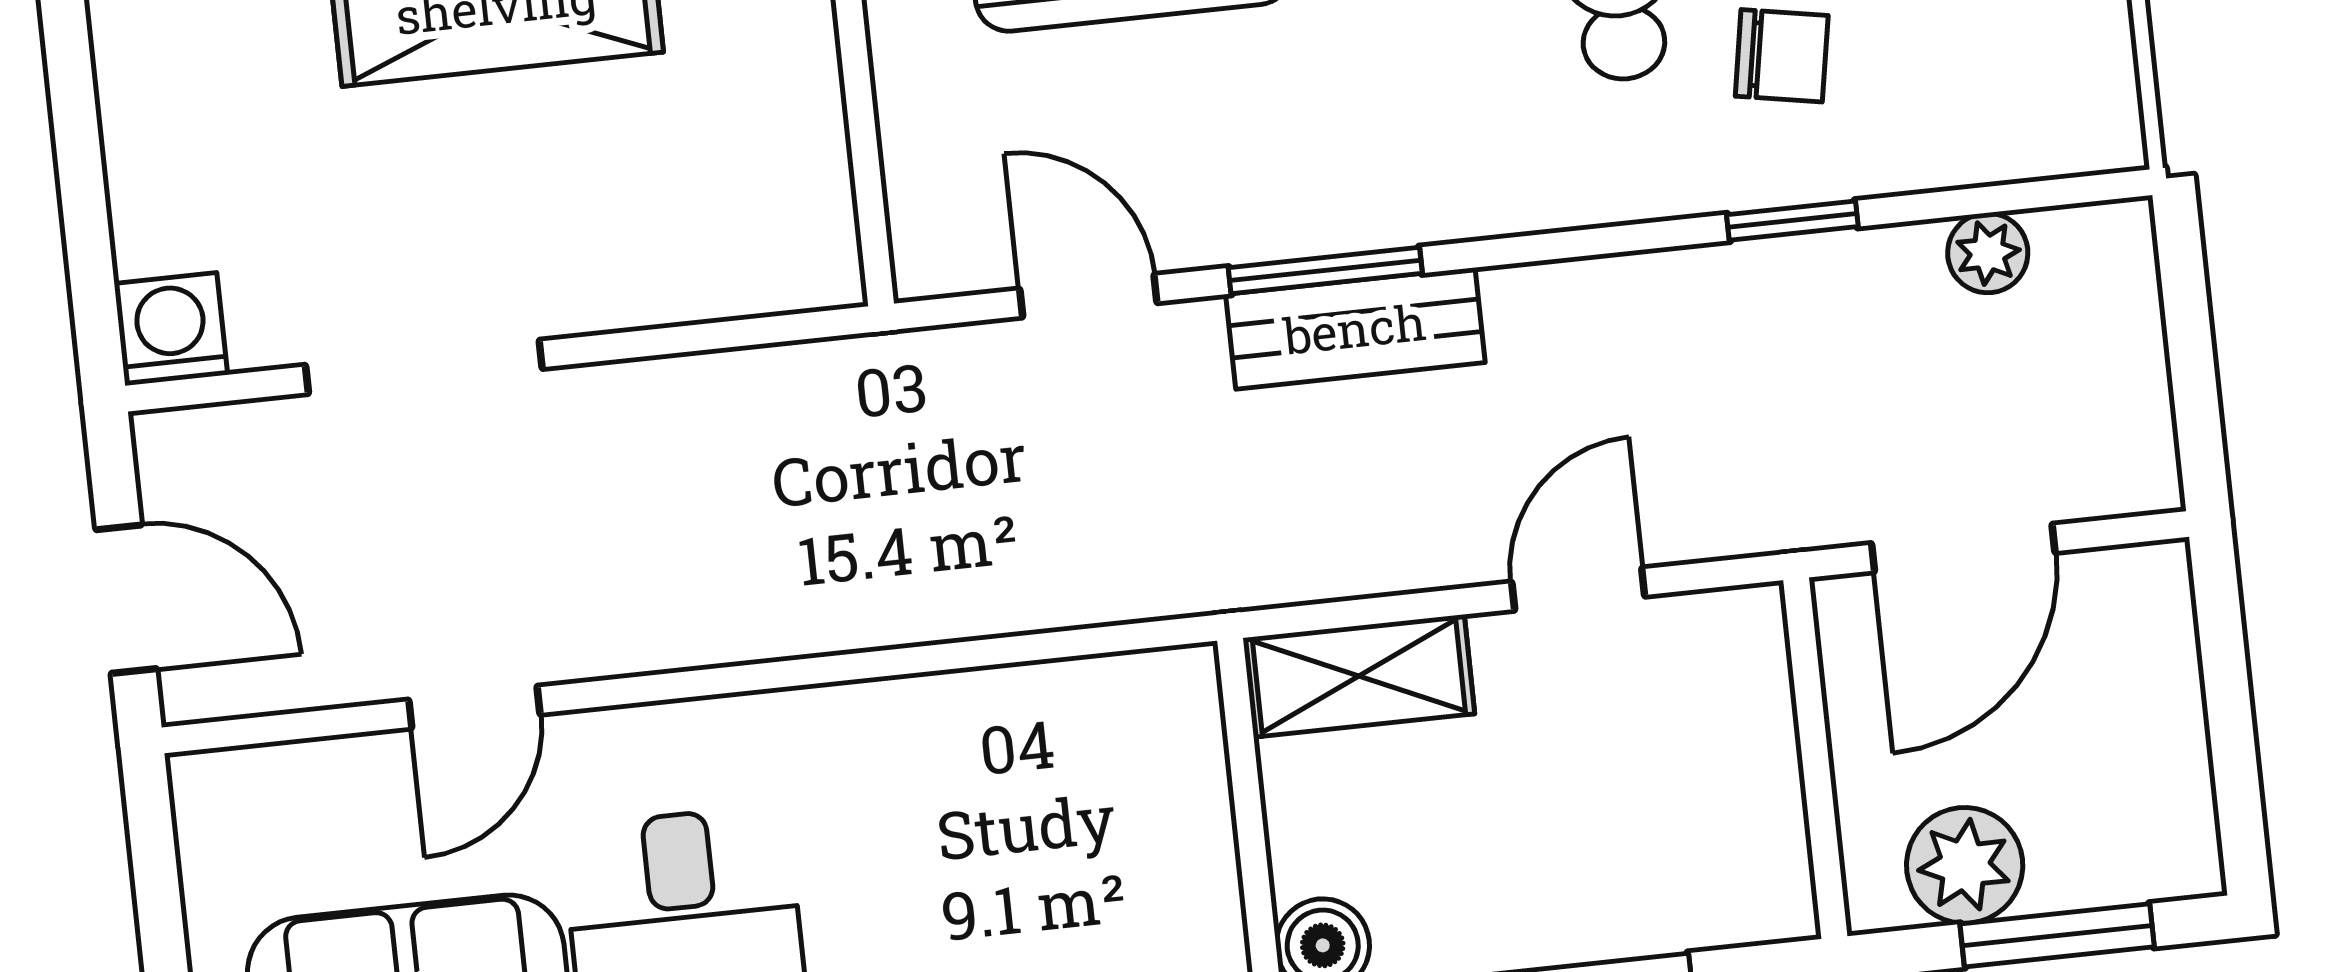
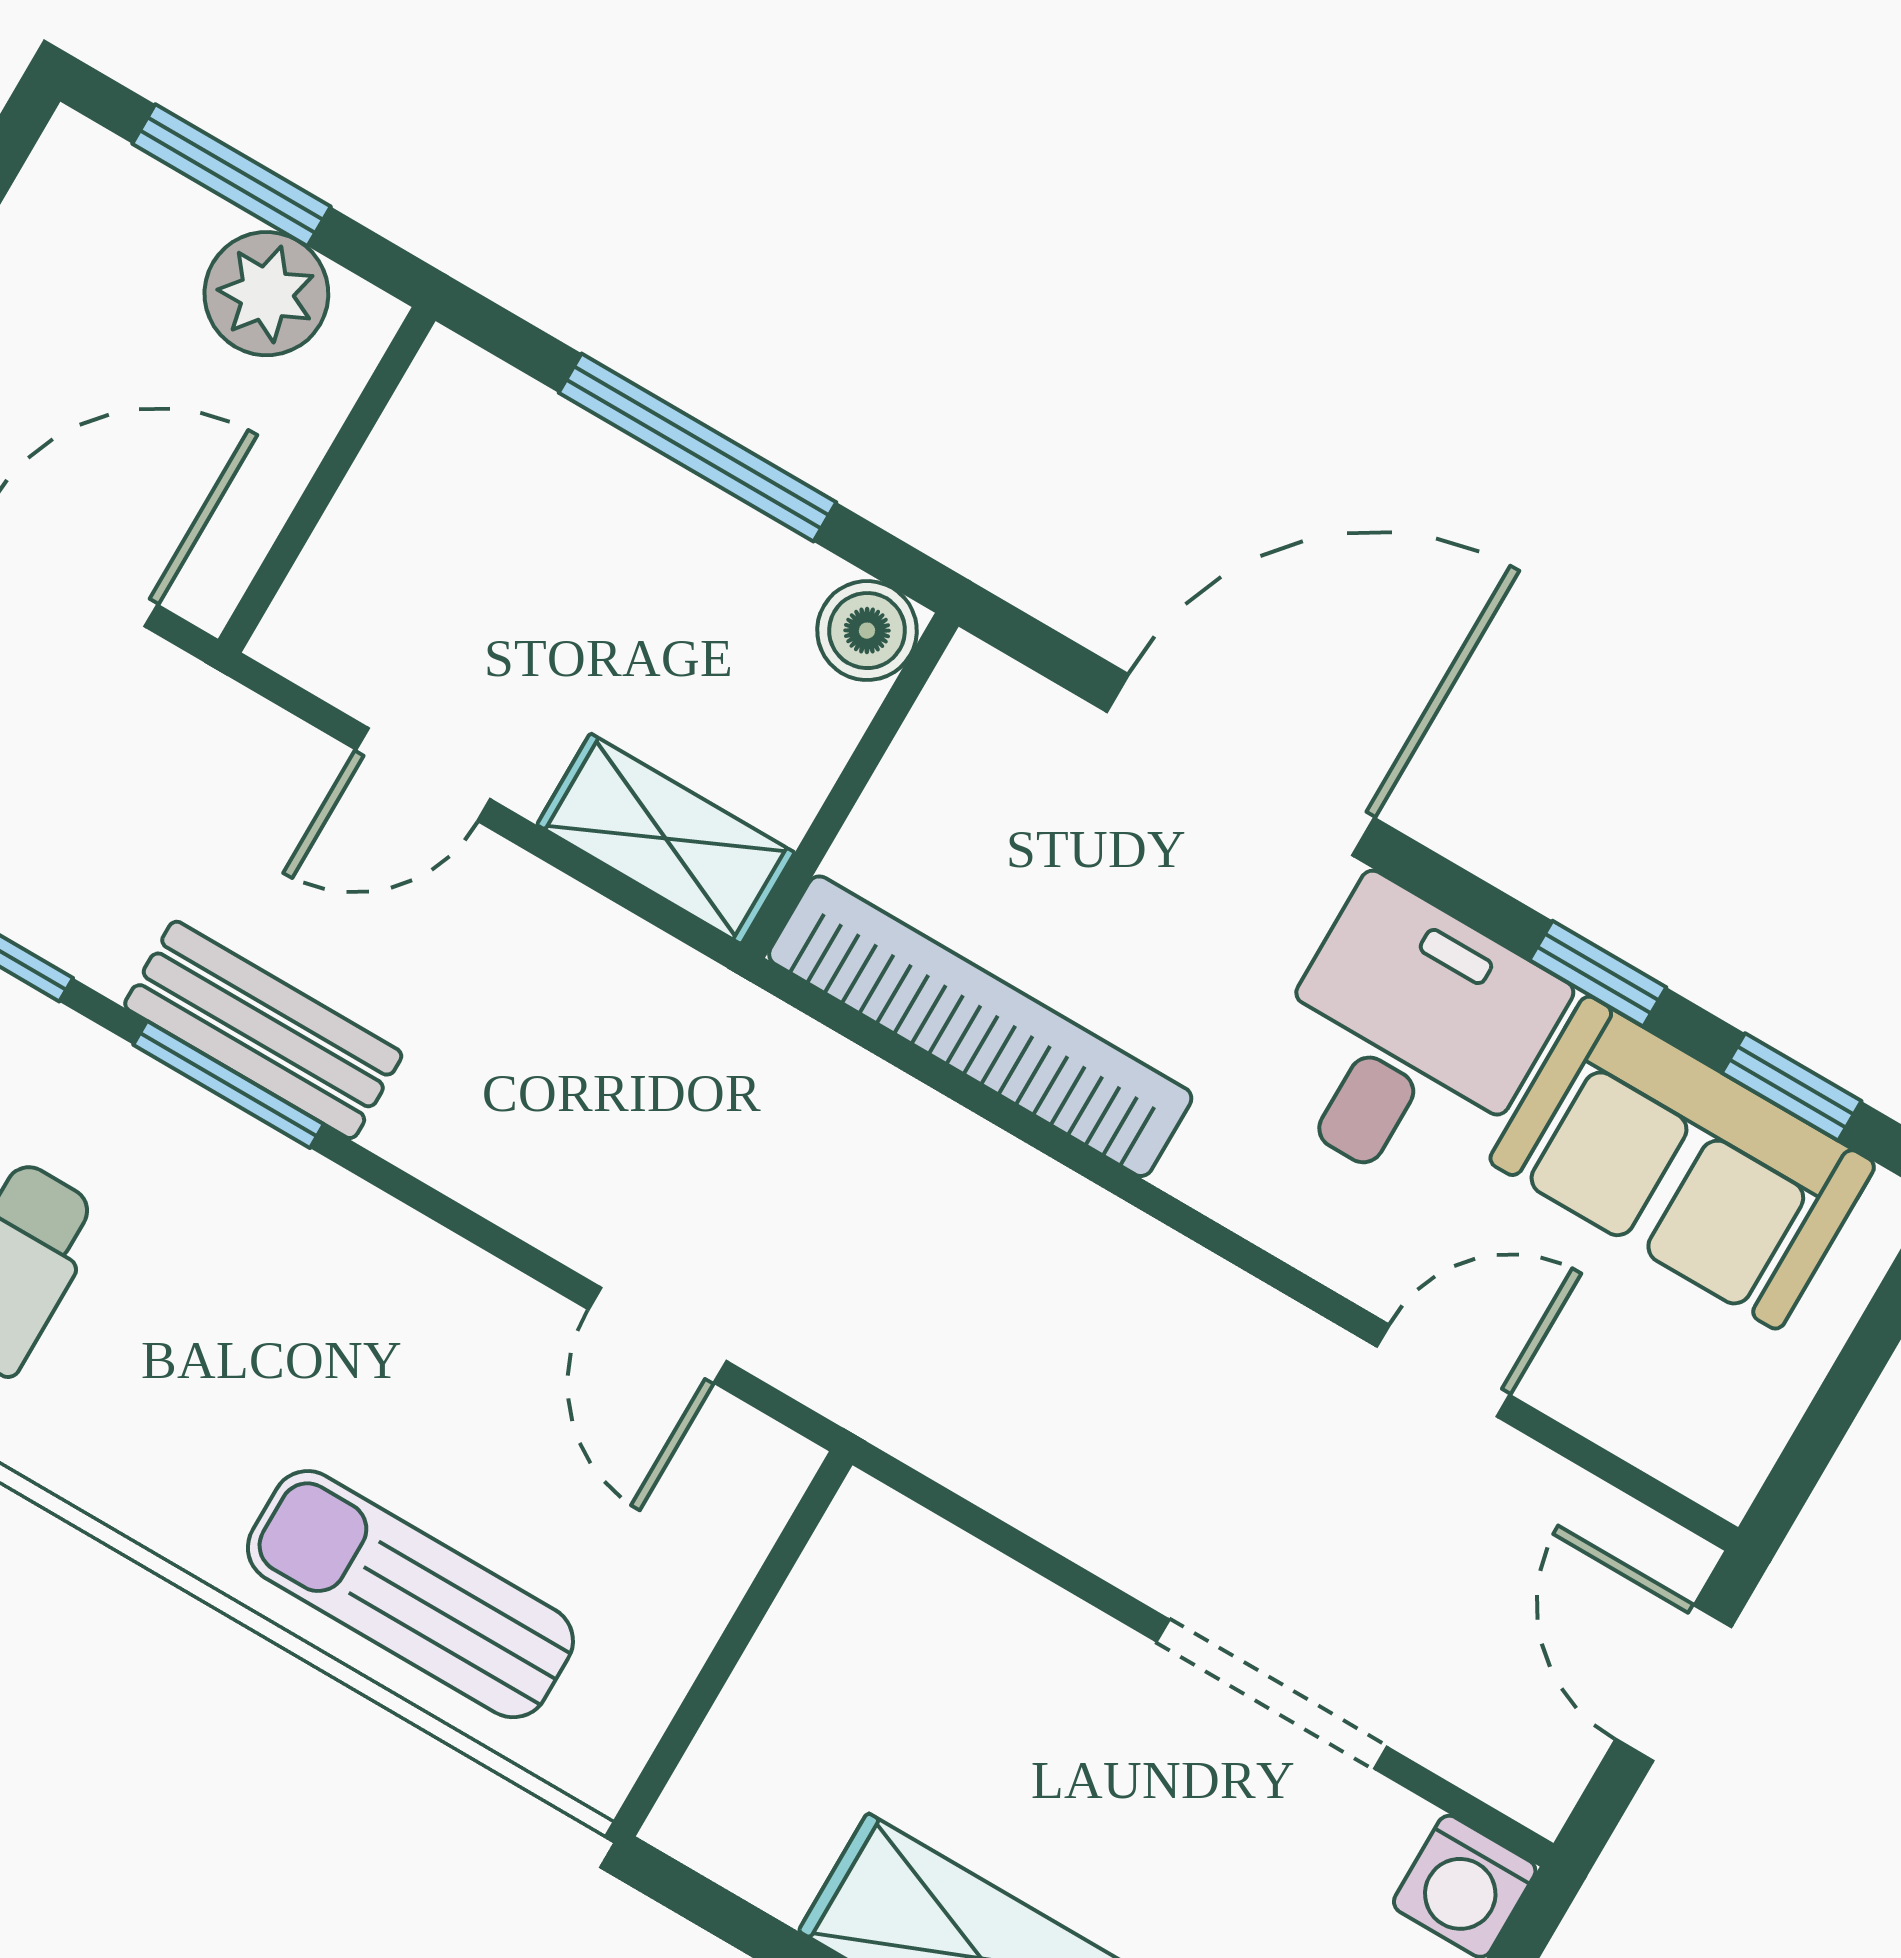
window: (1325, 271) -> (229, 1085), moved
bench: (1355, 328) -> (263, 1030), moved
bookcase: (1017, 709) -> (980, 1026), added

